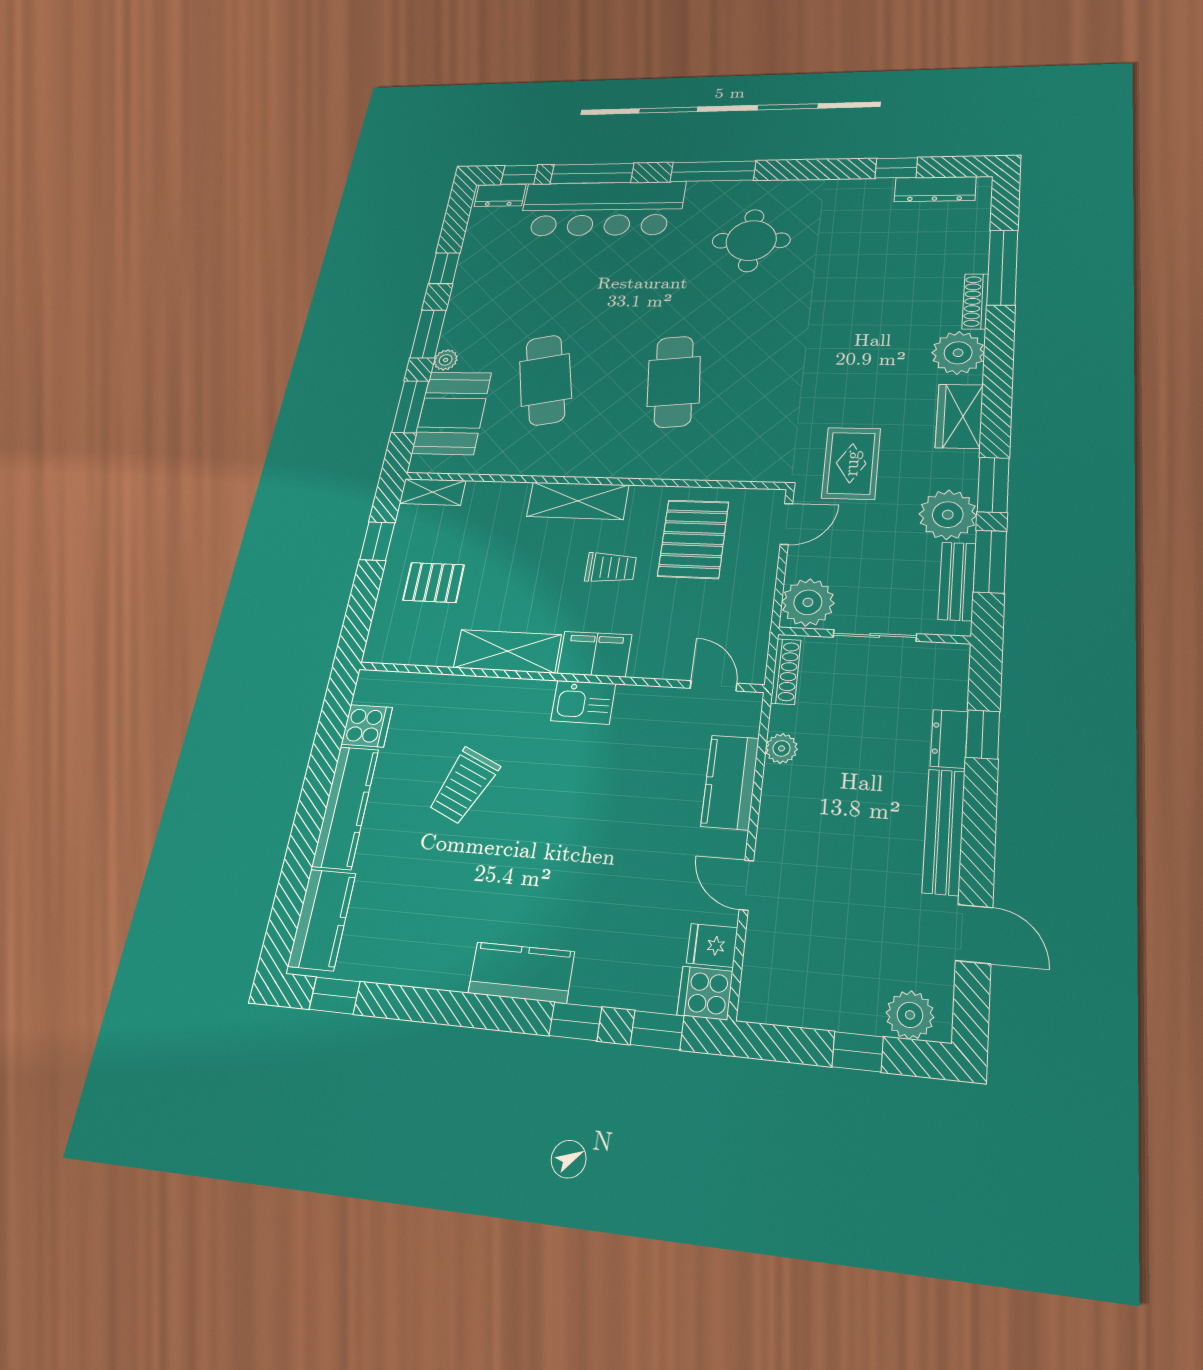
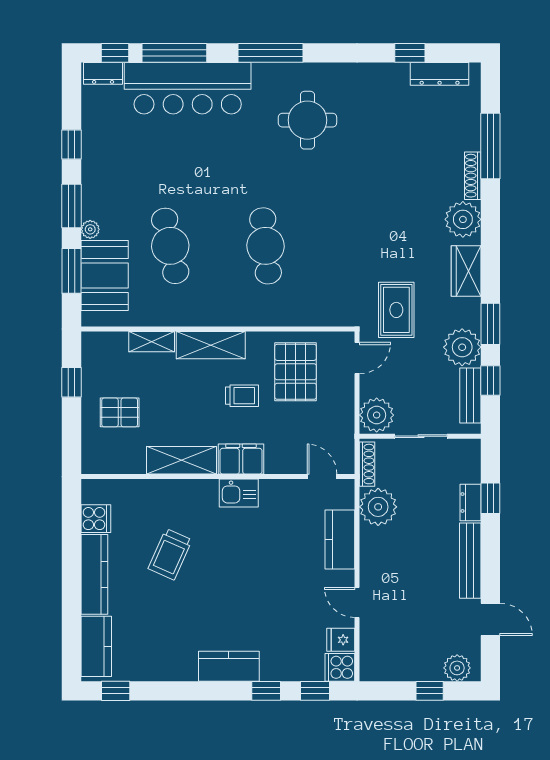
shelving: (433, 492) -> (152, 342), moved
window: (990, 562) -> (490, 381), width x0.67
plant: (782, 748) -> (378, 507), width x1.87, depth x1.87

